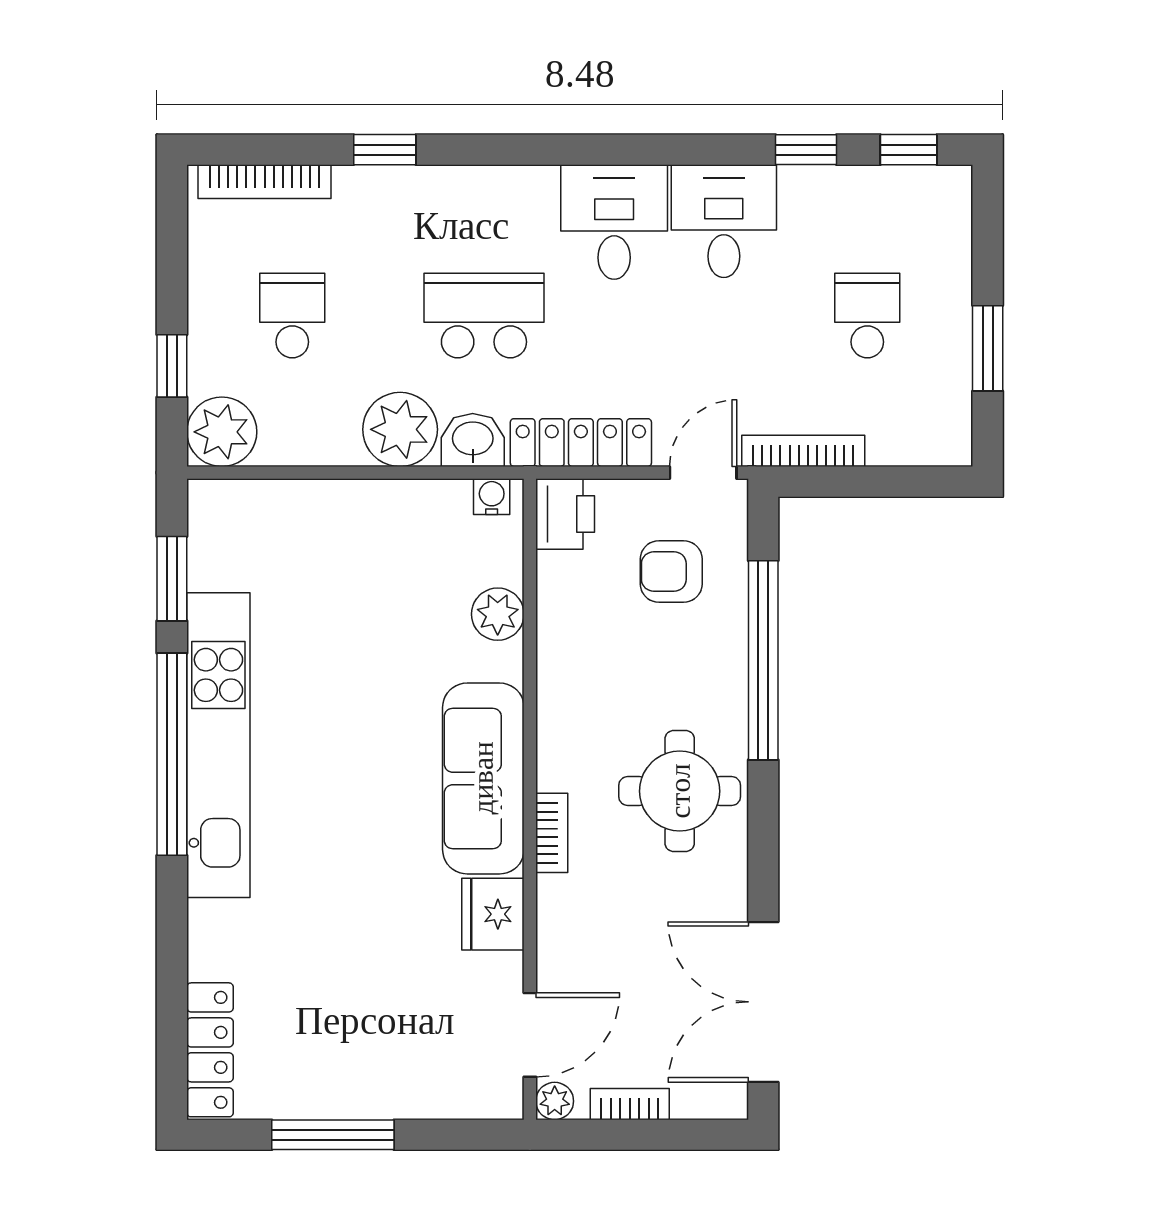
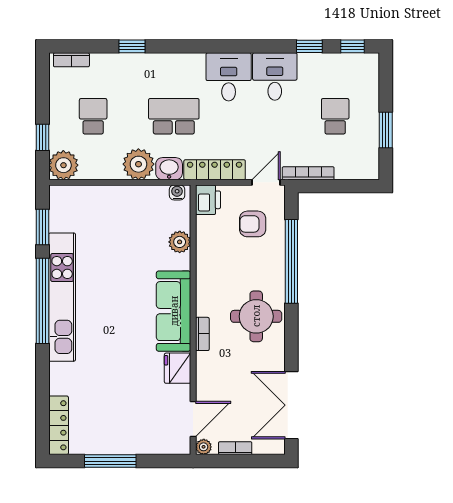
bookcase: (265, 182) -> (71, 60), width x0.64

